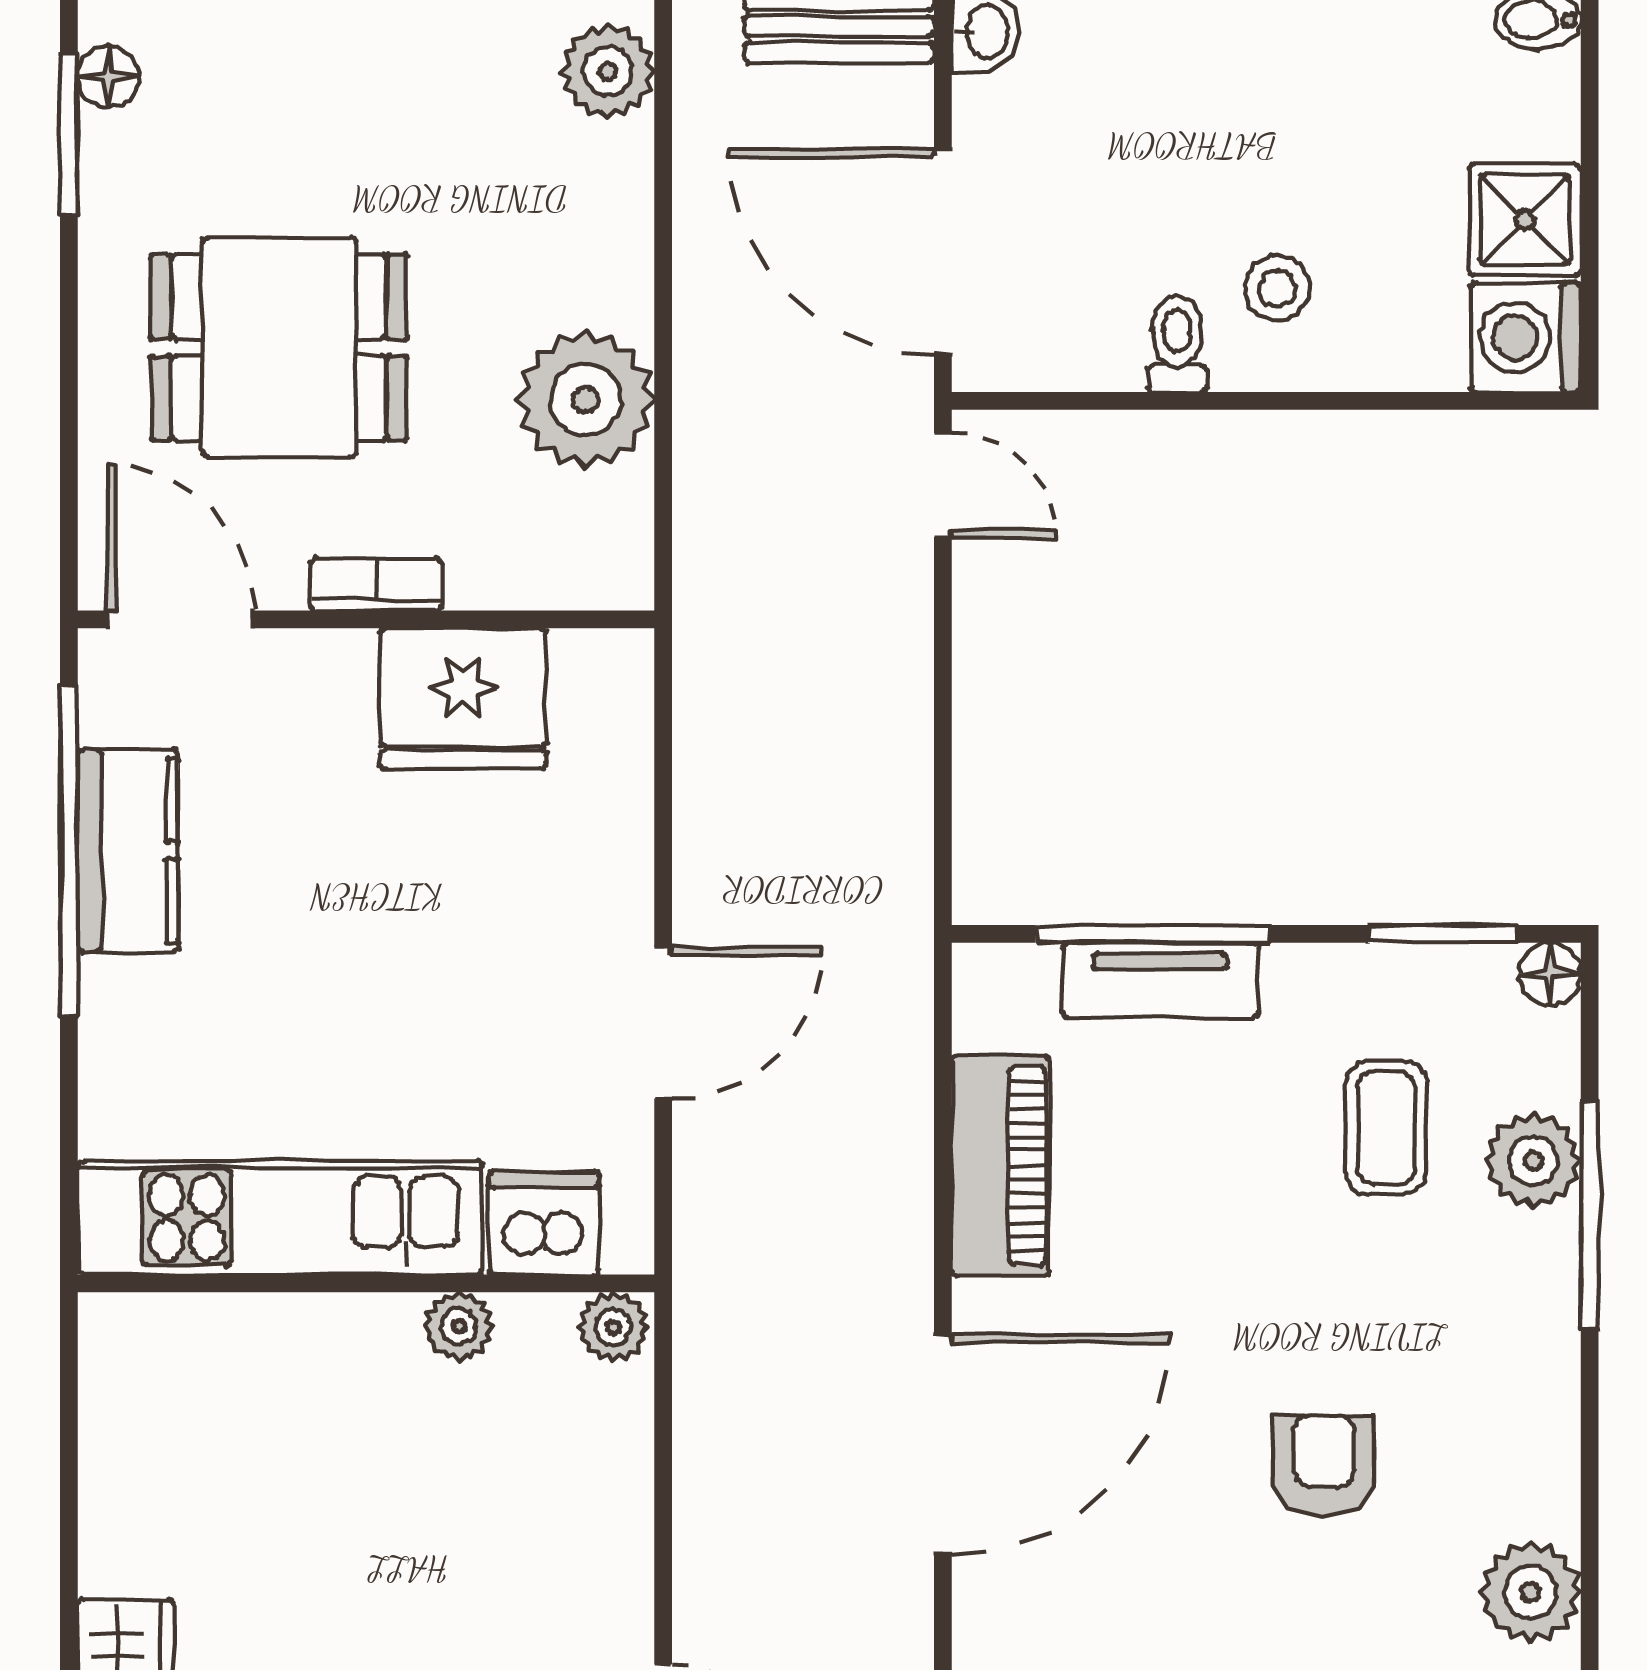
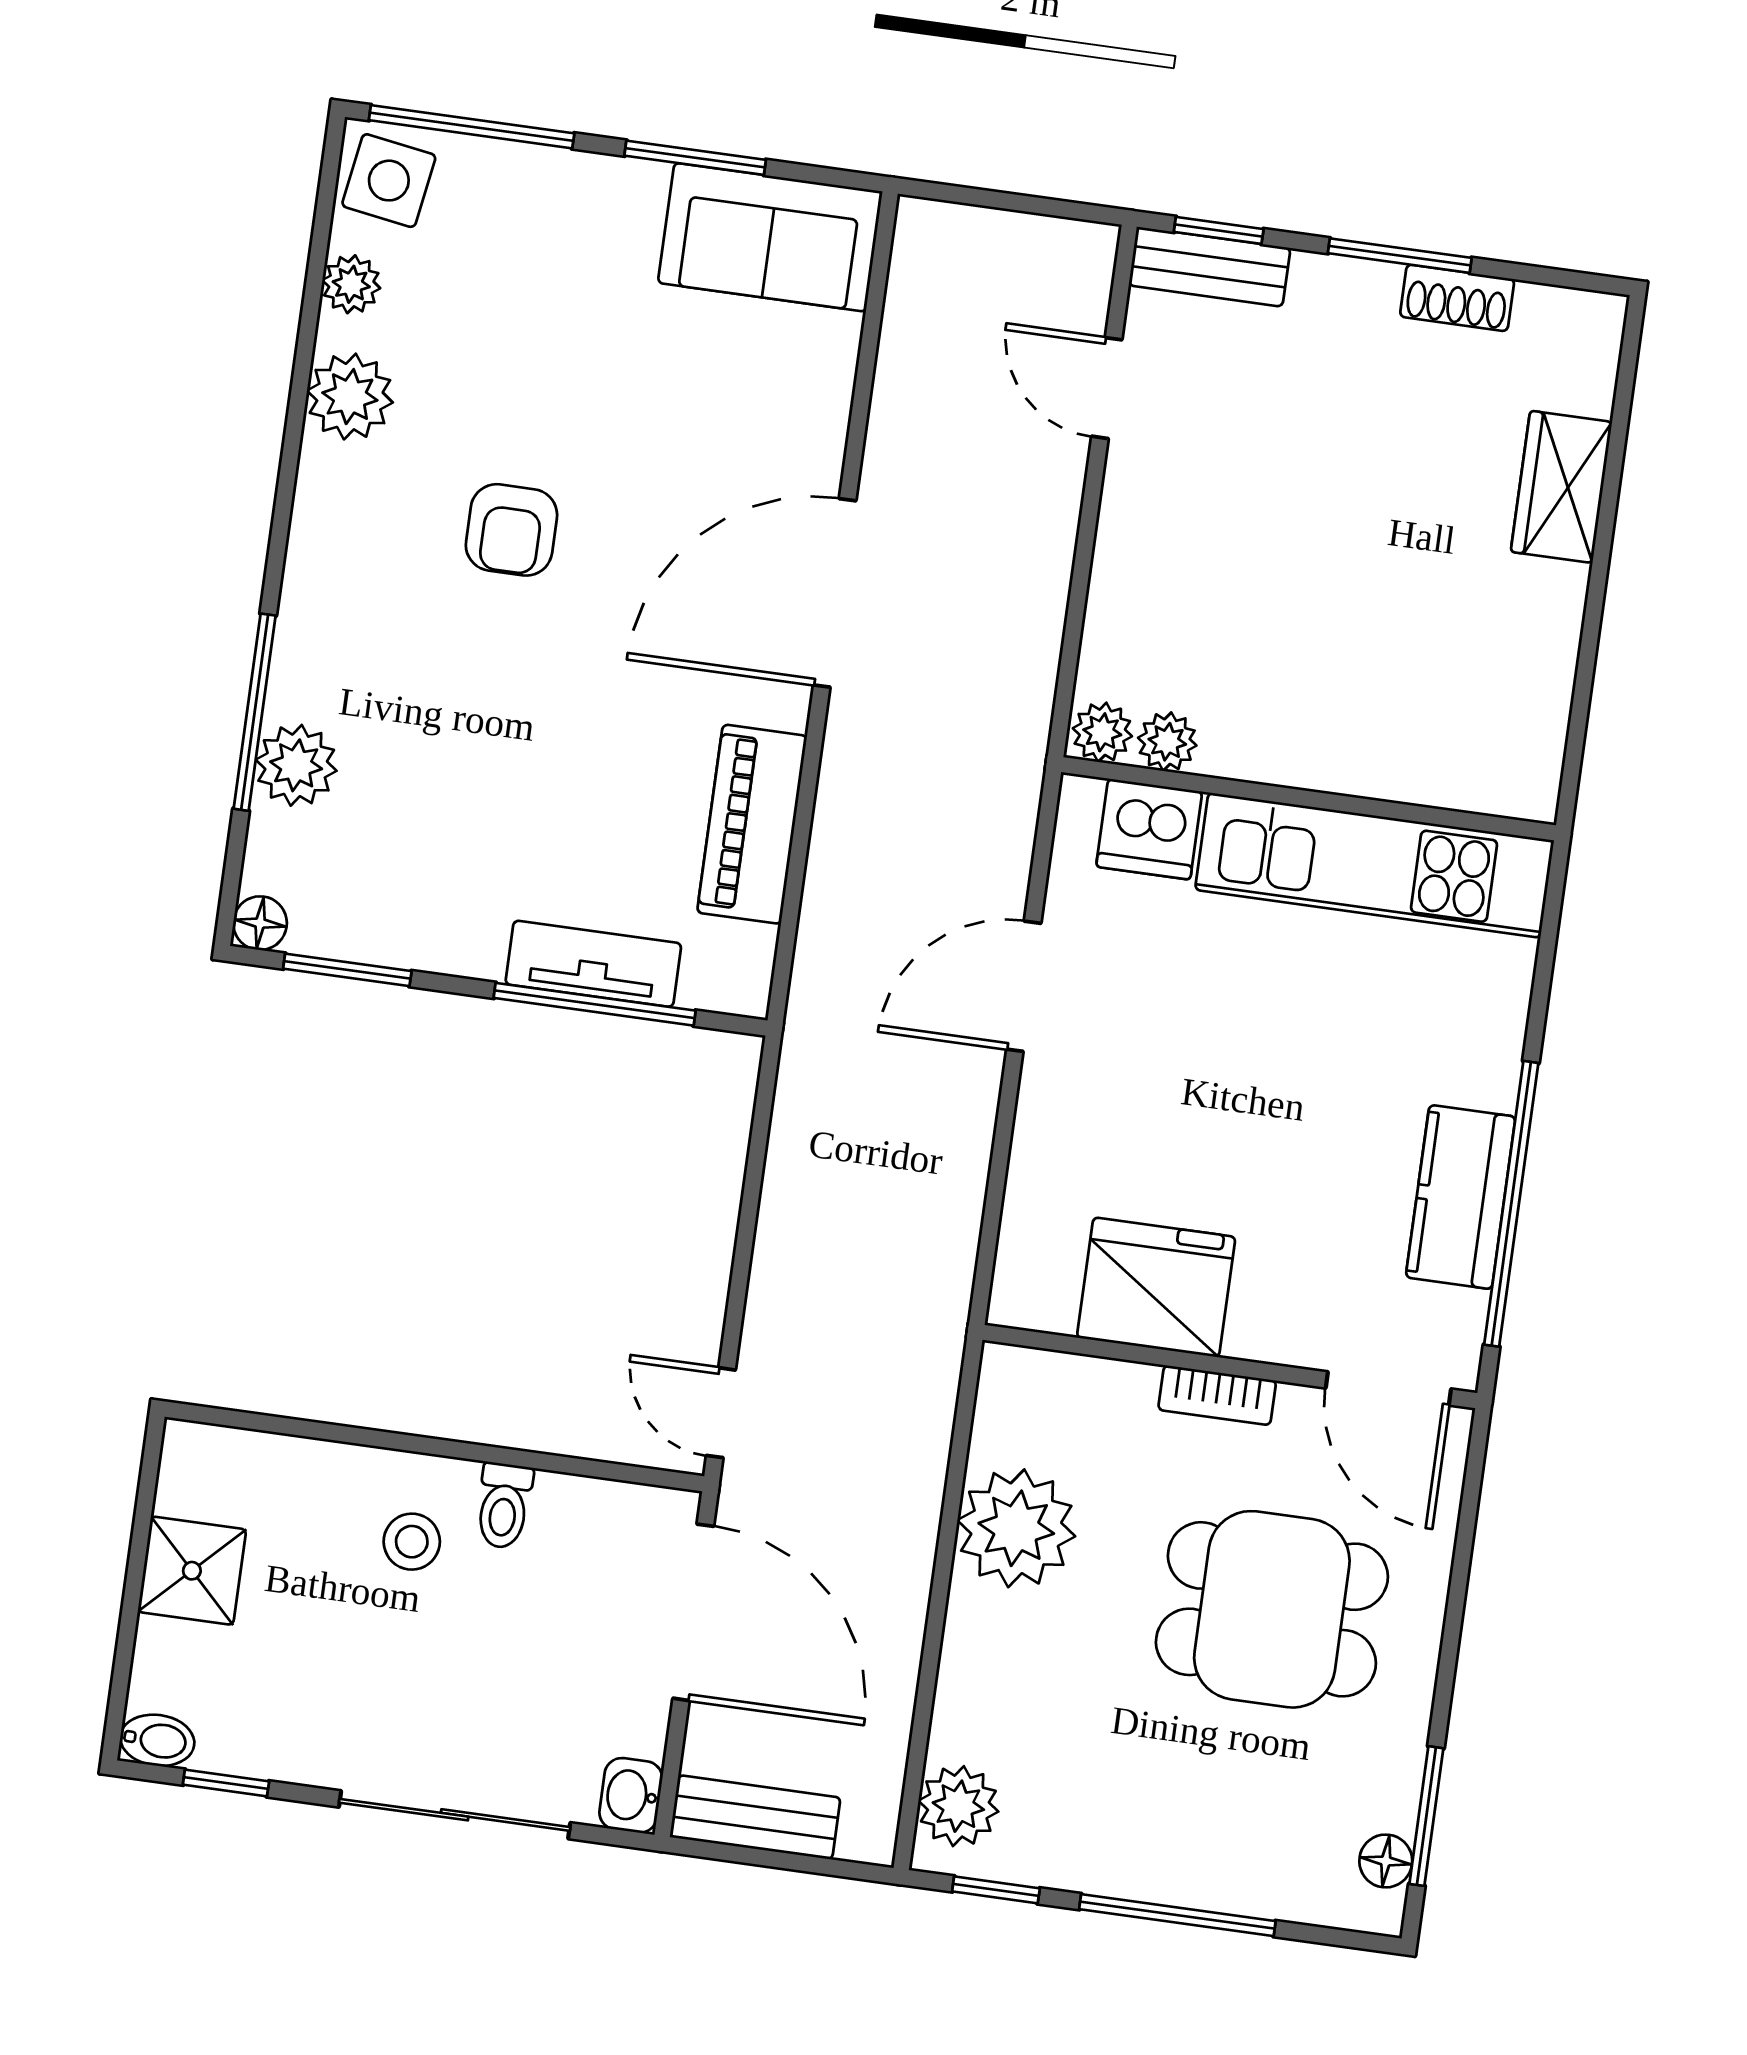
washing machine: (1526, 337) -> (205, 1470), removed
coffee table: (1386, 1128) -> (418, 811), removed
plant: (459, 1327) -> (1167, 742), moved

